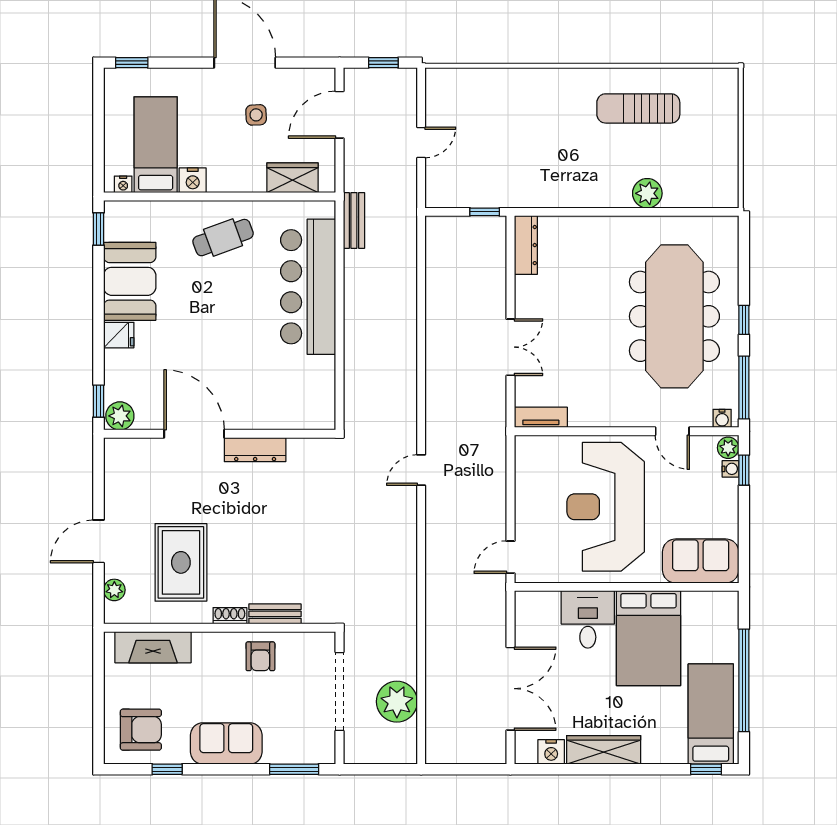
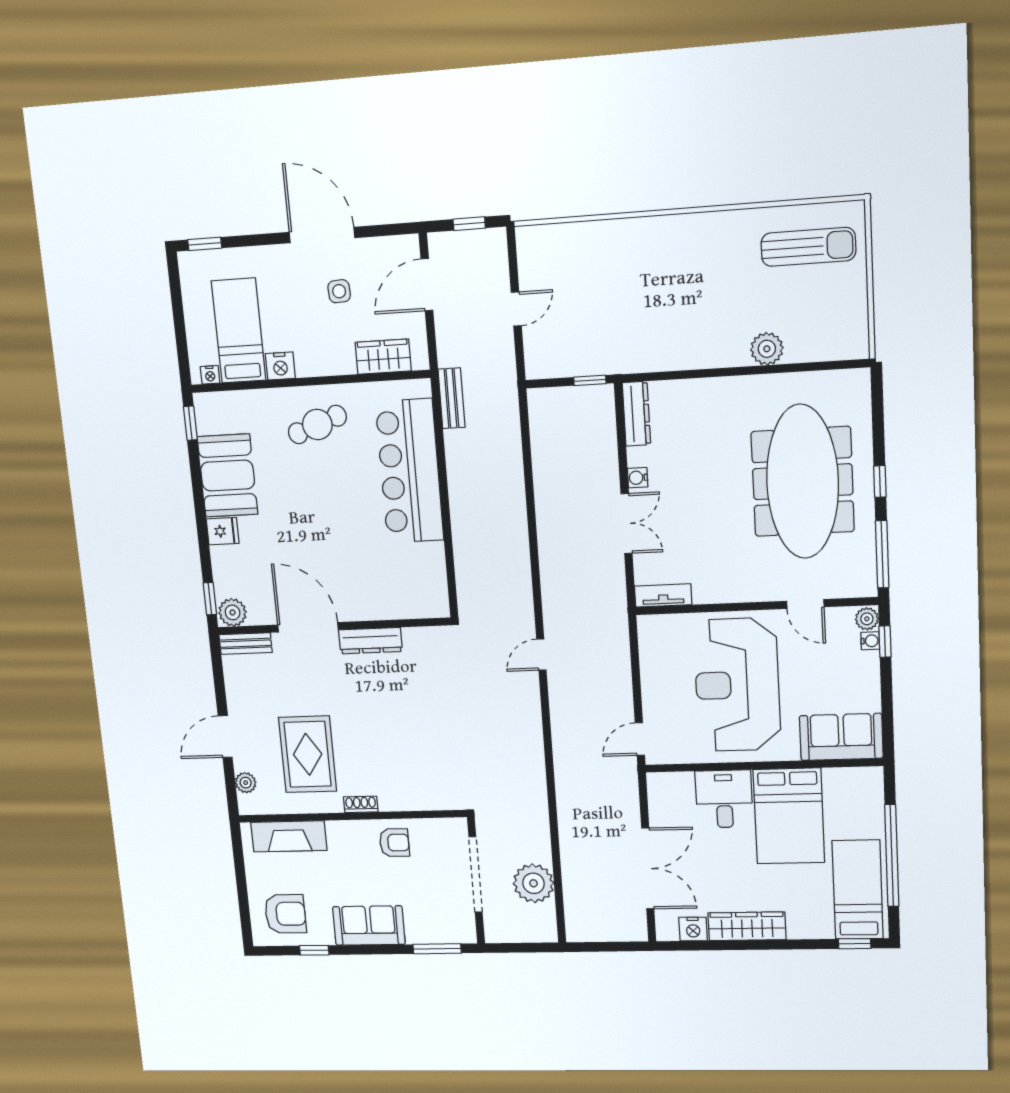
sun lounger: (638, 108) -> (808, 247), moved, turned 180
water cooler: (722, 418) -> (638, 478), moved, turned 90
bench: (275, 614) -> (246, 644), moved
armchair: (260, 656) -> (394, 843), turned -90

